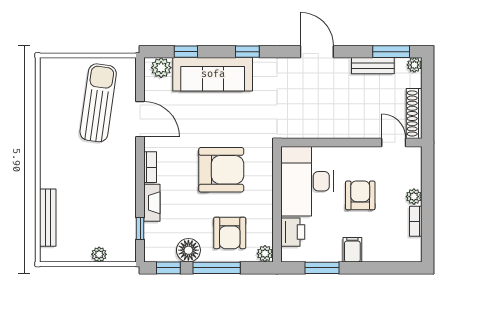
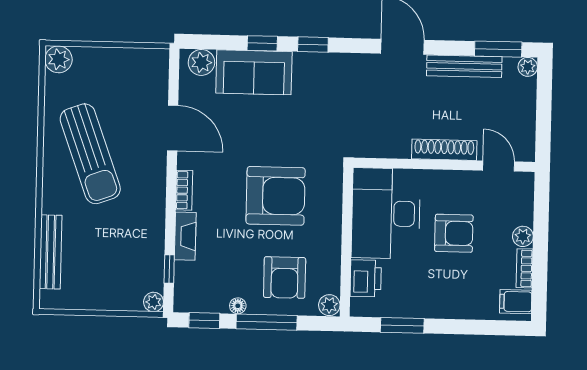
window: (186, 52) -> (262, 43), moved
bench: (373, 66) -> (464, 66), width x1.36
plant: (50, 68) -> (58, 59), added
sofa: (213, 74) -> (254, 72), width x0.73
sun lounger: (98, 103) -> (90, 154), moved, turned 152
shoe rack: (414, 113) -> (444, 150), moved, turned 90
armchair: (360, 195) -> (454, 233), turned 90
floor lamp: (188, 250) -> (238, 306), width x0.53, depth x0.53
filing cabinet: (352, 250) -> (516, 302), moved, turned -90
plant: (99, 254) -> (154, 302), moved

